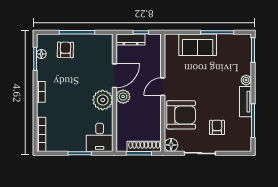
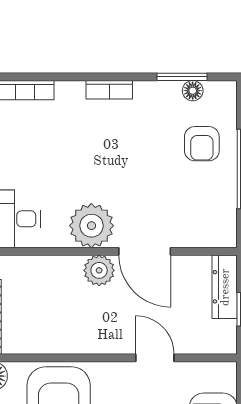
armchair: (65, 50) -> (202, 144), turned 89
door: (163, 87) -> (155, 358), moved

